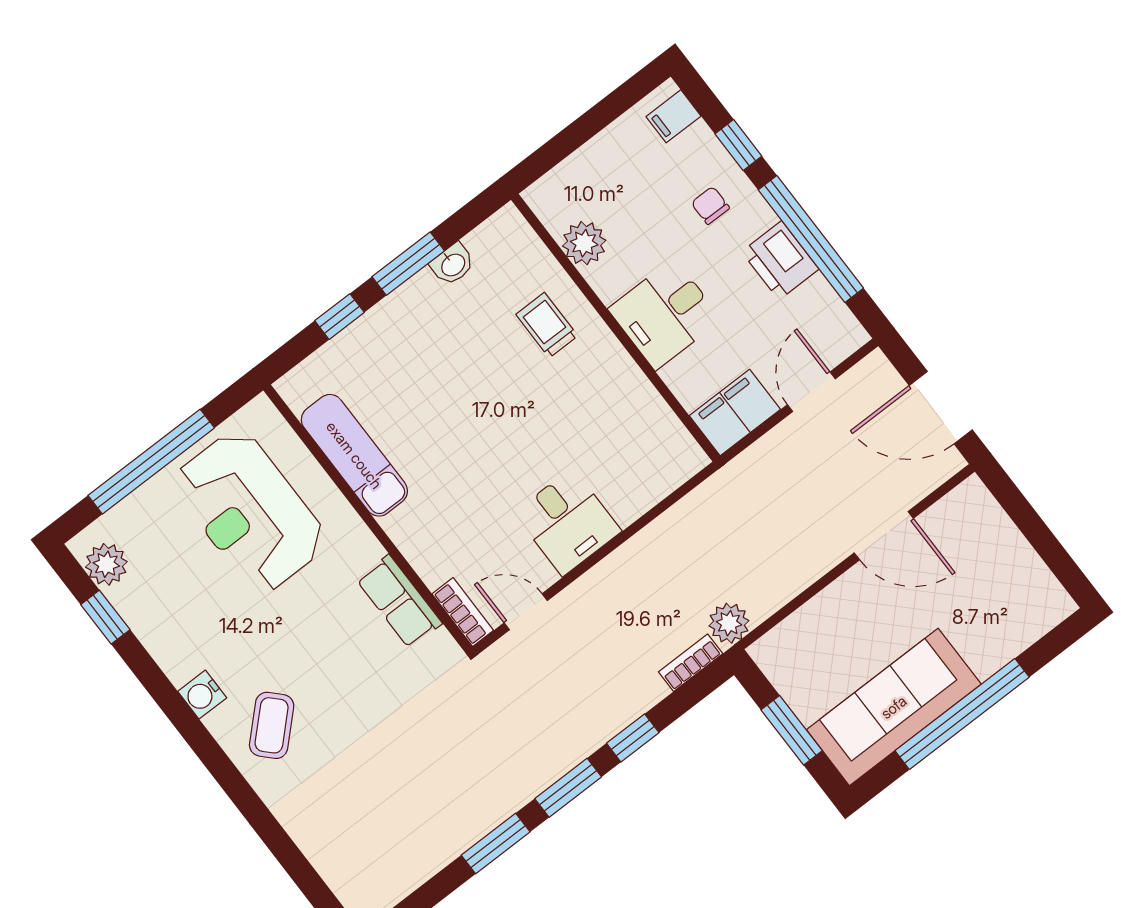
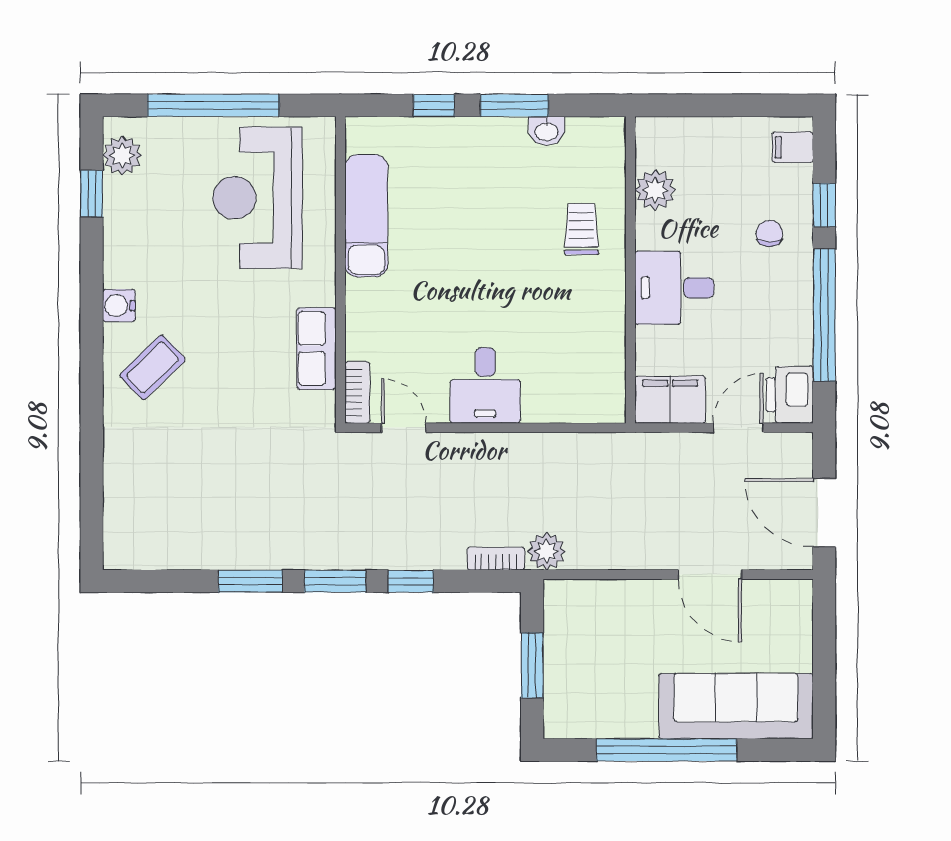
printer: (780, 260) -> (790, 395), moved
sofa: (894, 707) -> (736, 706), moved

